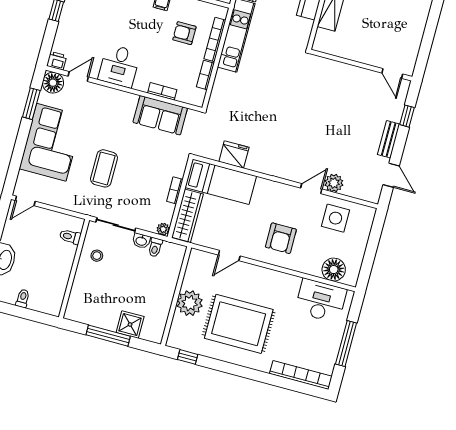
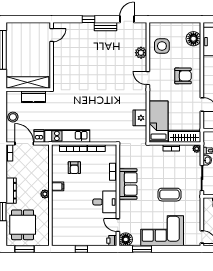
wall: (361, 65) -> (52, 55), moved
door: (392, 73) -> (52, 35), moved
sofa: (160, 115) -> (128, 184), moved
door: (311, 189) -> (148, 78), moved

